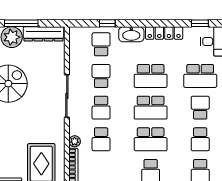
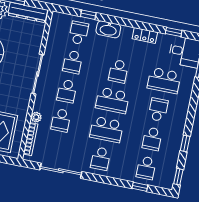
locker: (164, 33) -> (145, 35), width x0.66
school desk: (101, 76) -> (73, 62), turned 180
school desk: (151, 76) -> (118, 71), width x0.54

